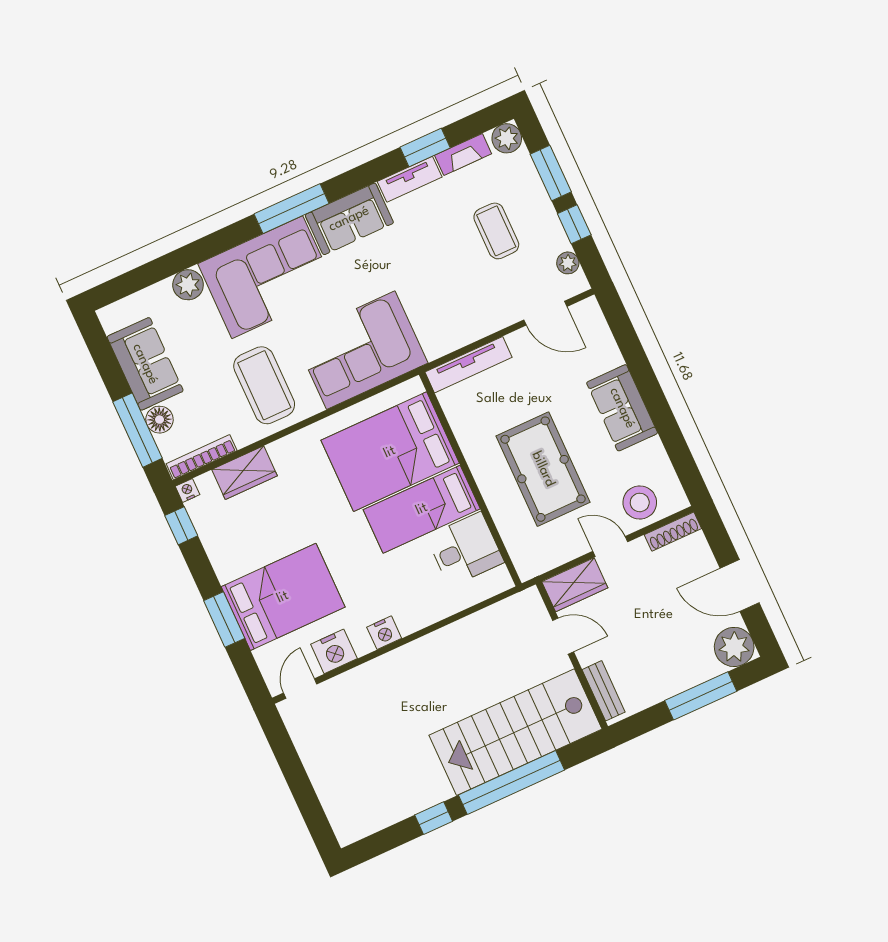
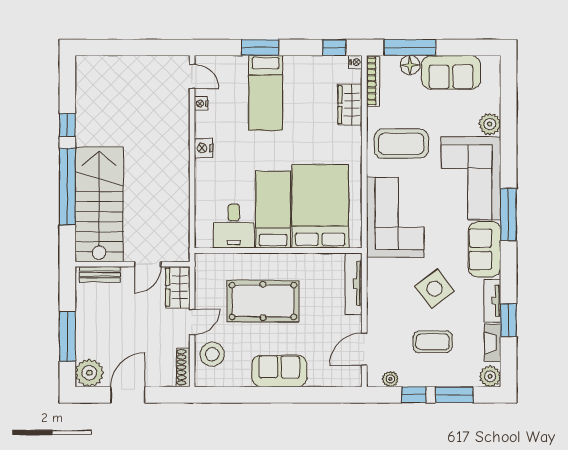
side table: (428, 259) -> (435, 289), added
bed: (283, 597) -> (266, 93), width x0.67
nightstand: (334, 651) -> (201, 104), width x0.53, depth x0.56

